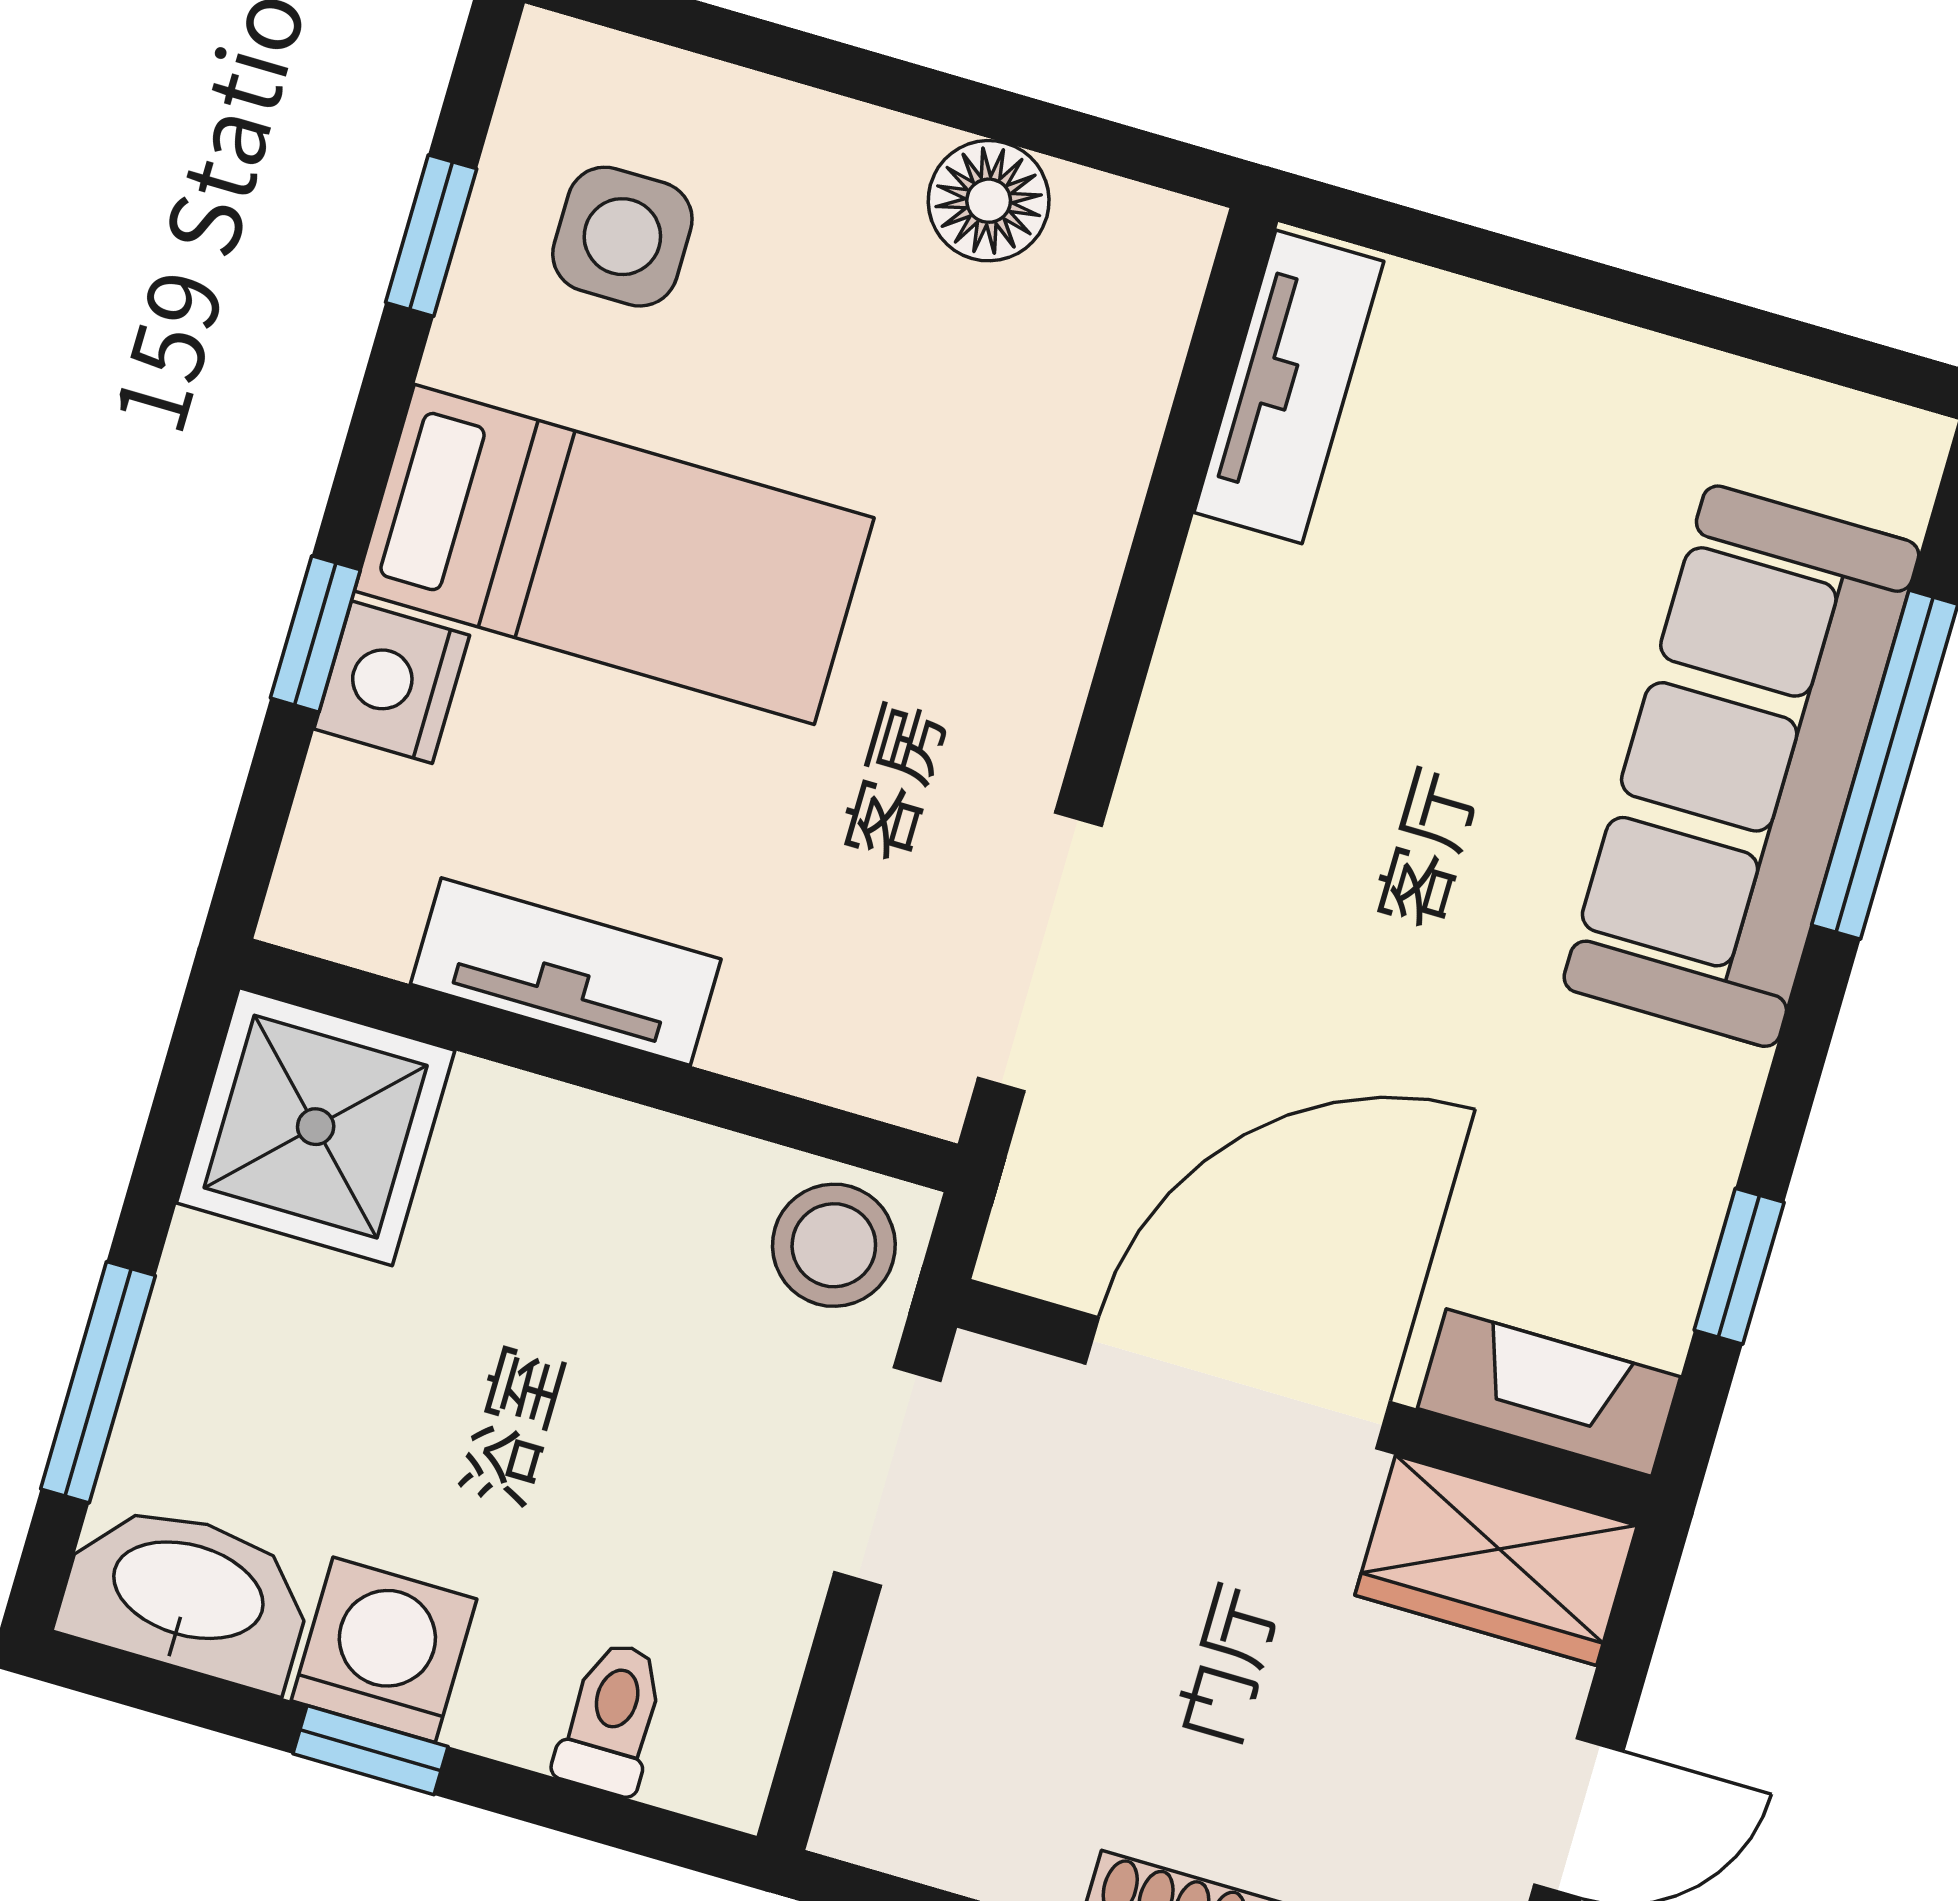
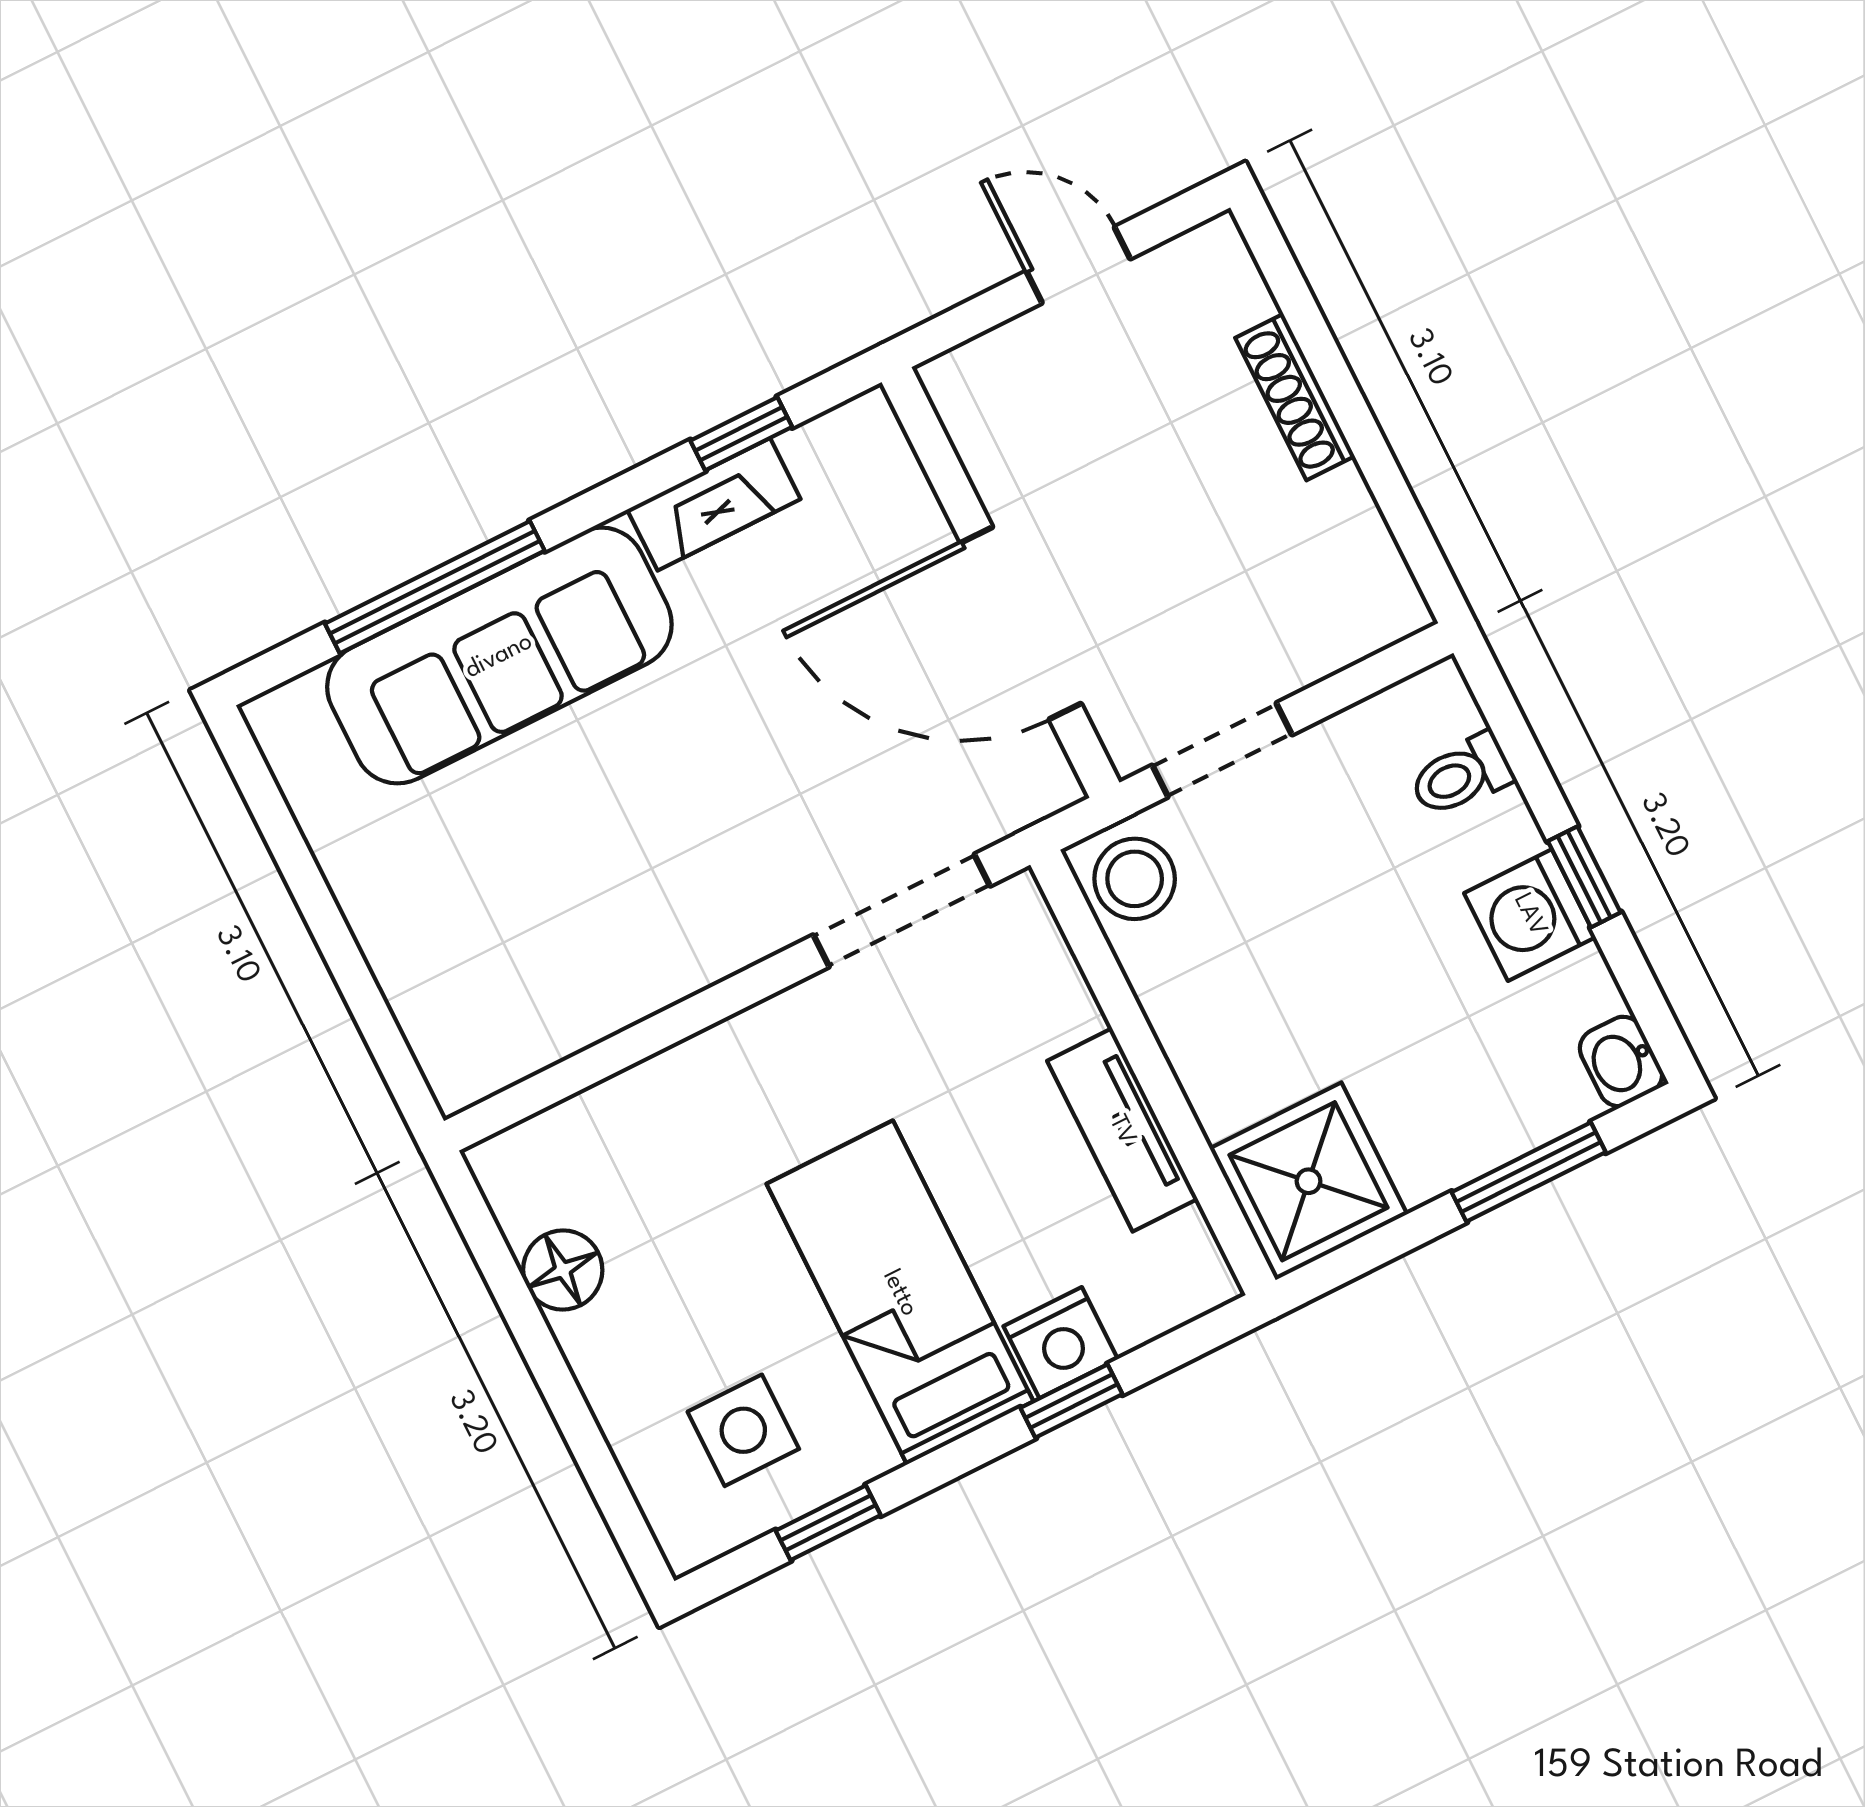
tv unit: (1289, 387) -> (519, 1042), removed
fireplace: (1549, 1393) -> (714, 504), moved, turned -90
wardrobe: (1496, 1560) -> (991, 420), removed
washbasin: (187, 1594) -> (1621, 1061), width x0.52, depth x0.69

